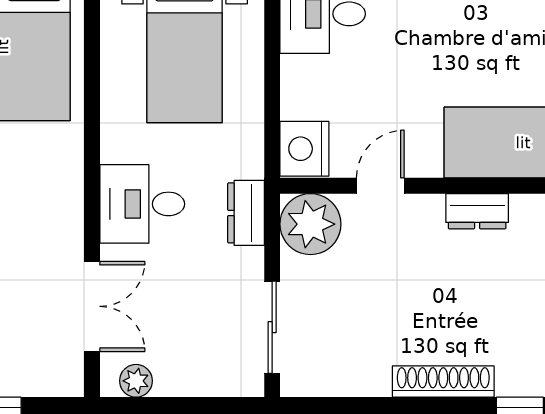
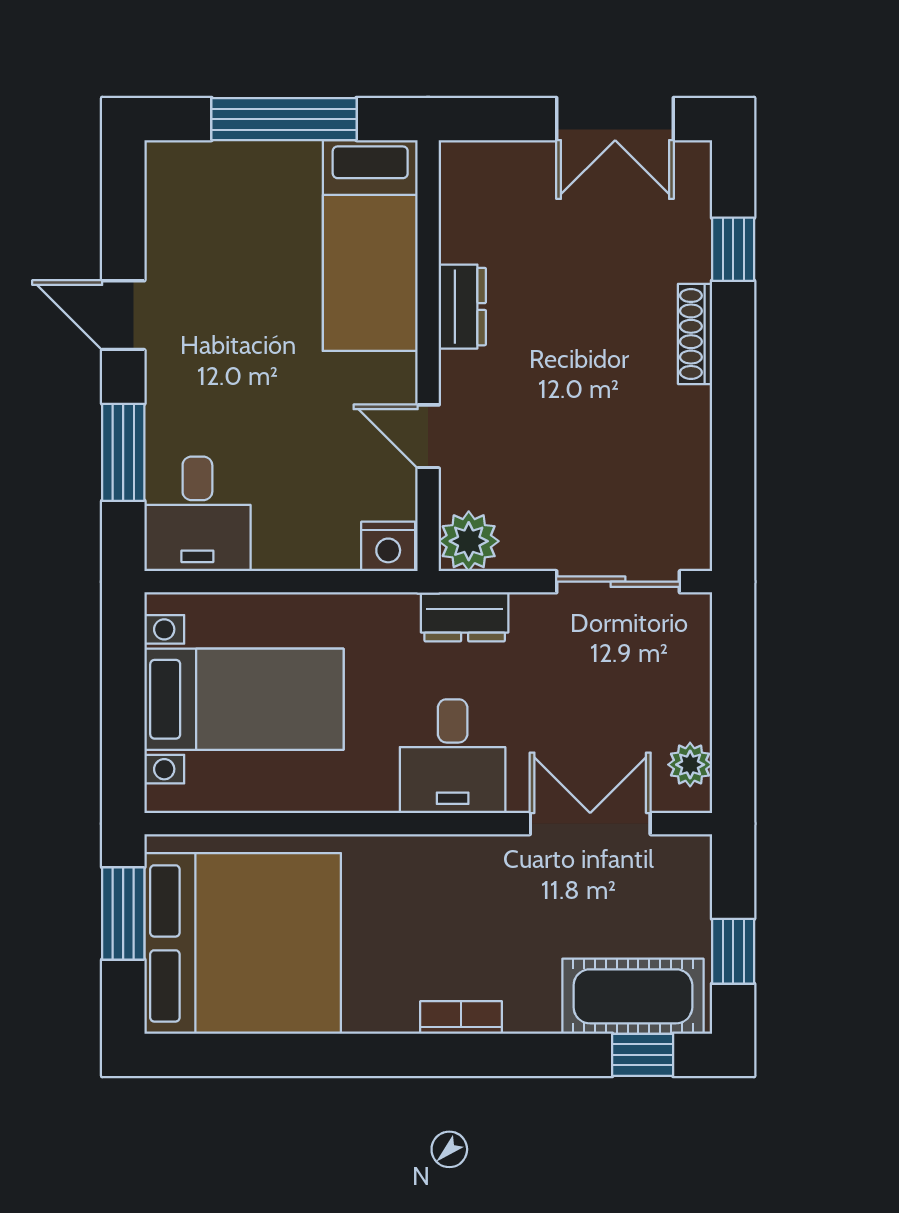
nightstand: (304, 149) -> (388, 546), width x0.74, depth x0.75
plant: (310, 224) -> (469, 541), width x0.73, depth x0.73
shoe rack: (443, 382) -> (695, 334), width x0.74, depth x0.81

